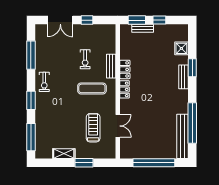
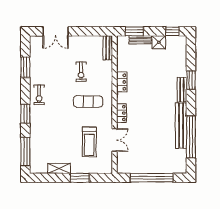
window: (87, 20) -> (83, 31), removed
window: (159, 20) -> (172, 31), moved
shower: (181, 48) -> (159, 42), moved
window: (31, 55) -> (25, 67), width x0.69
bench: (111, 66) -> (108, 48), moved
locker: (125, 89) -> (121, 113), moved
treadmill: (93, 128) -> (89, 142), turned 180
bench: (182, 136) -> (181, 126), moved

